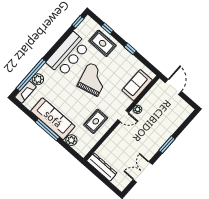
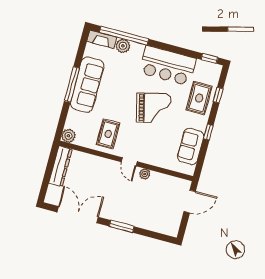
sofa: (137, 85) -> (191, 147), moved, turned -90
rug: (96, 121) -> (108, 134), turned 90
plant: (71, 140) -> (68, 136), moved
double door: (143, 172) -> (78, 215), width x1.37

